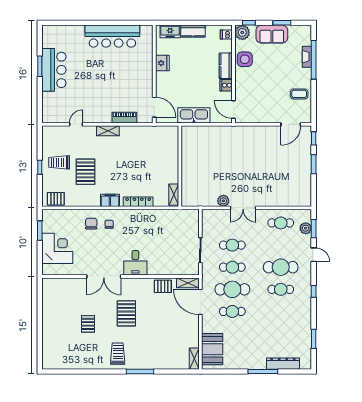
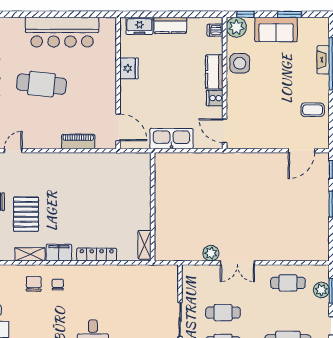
cafe table: (97, 75) -> (42, 84), added
shelving: (108, 131) -> (30, 254), moved

